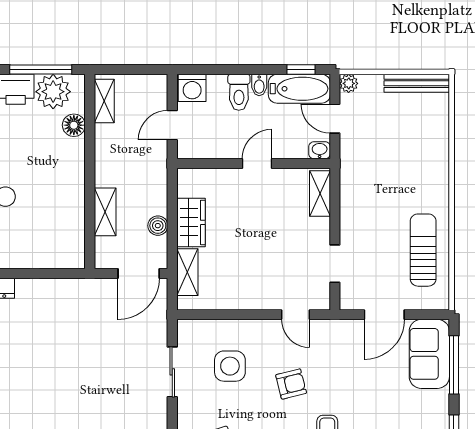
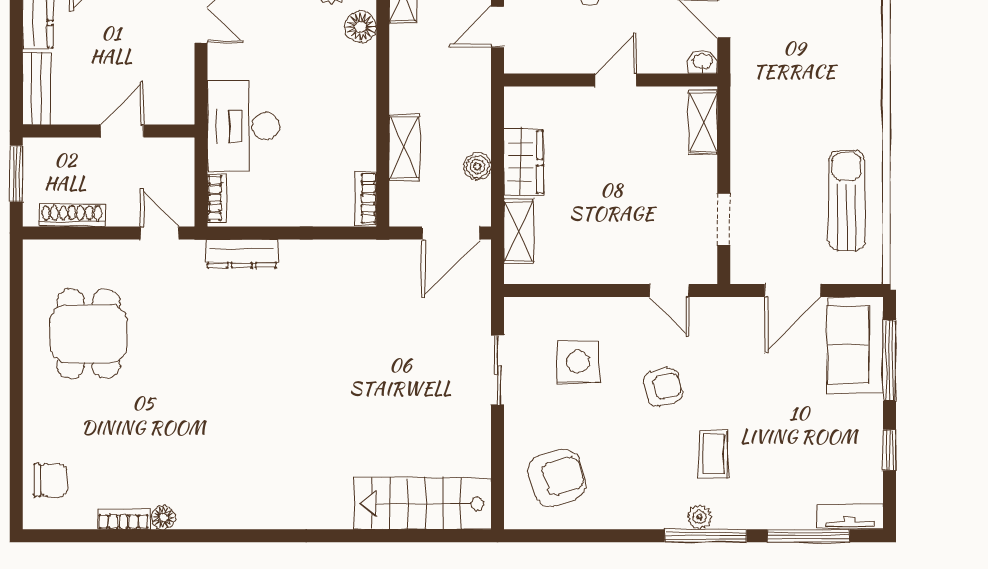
bookcase: (78, 248) -> (366, 198), added

